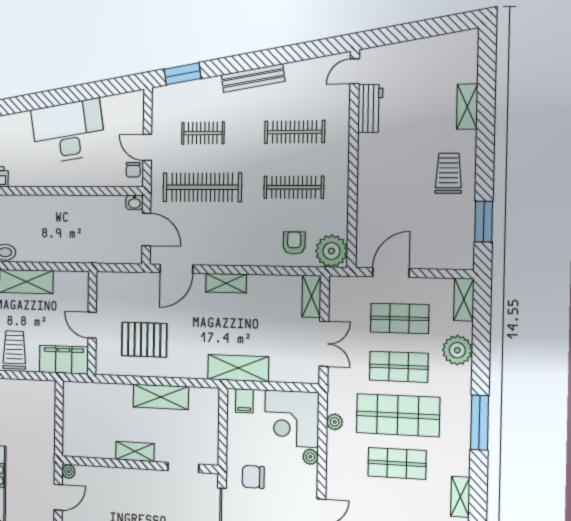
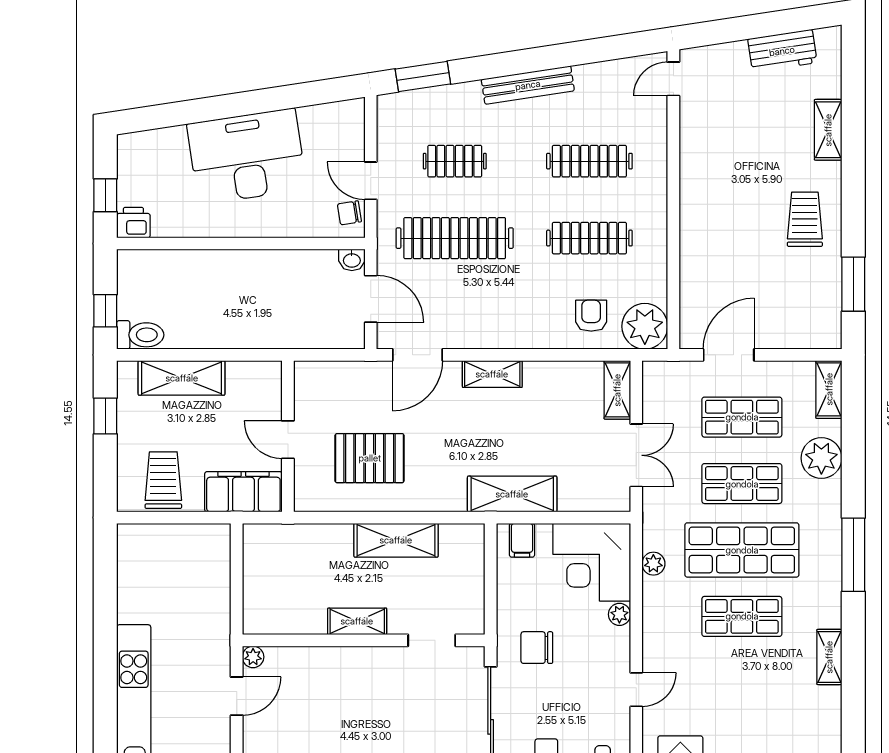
workbench: (370, 108) -> (782, 51), moved, turned 81
chair: (133, 170) -> (349, 213), turned 81

